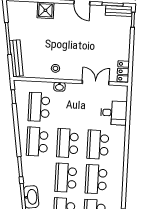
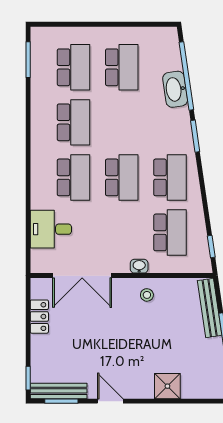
bench: (119, 11) -> (59, 391), width x1.36
locker: (123, 71) -> (39, 317), moved
double door: (96, 83) -> (82, 276), width x1.37
school desk: (66, 178) -> (122, 122), removed

